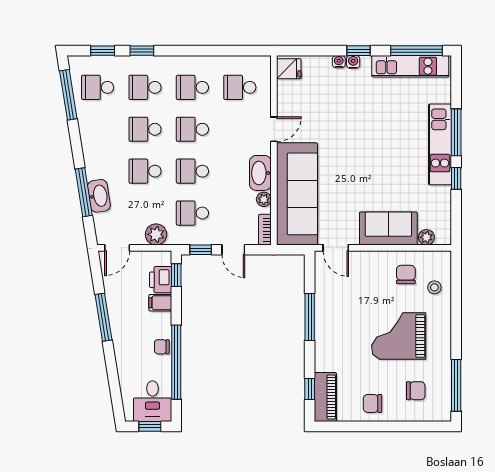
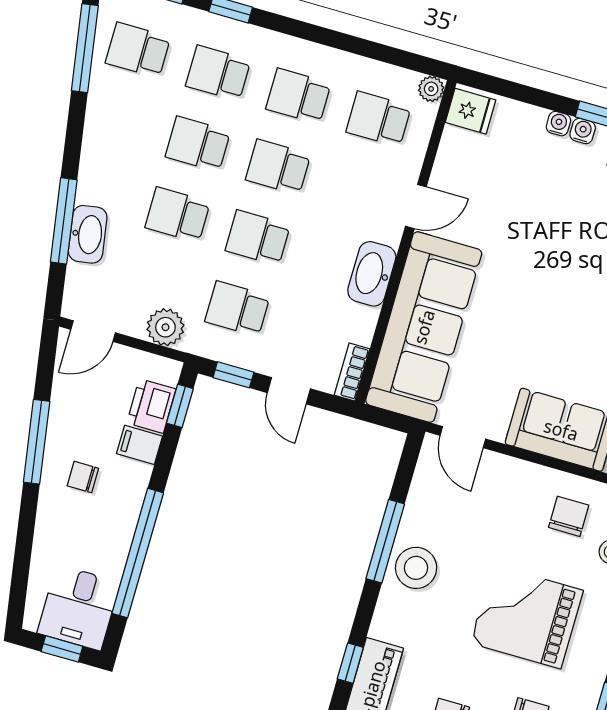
plant: (264, 199) -> (431, 89), moved
stool: (331, 327) -> (416, 568), added
chair: (162, 347) -> (83, 477), moved

